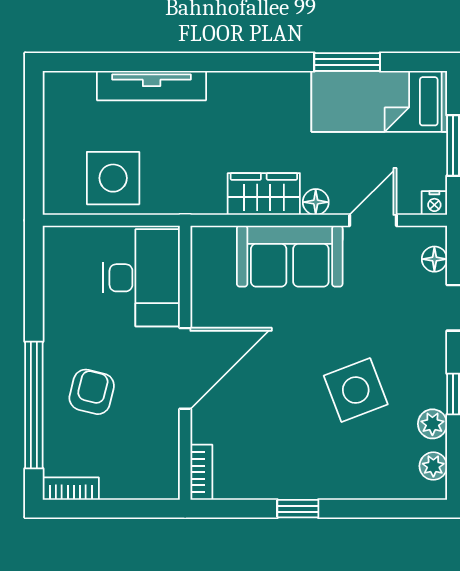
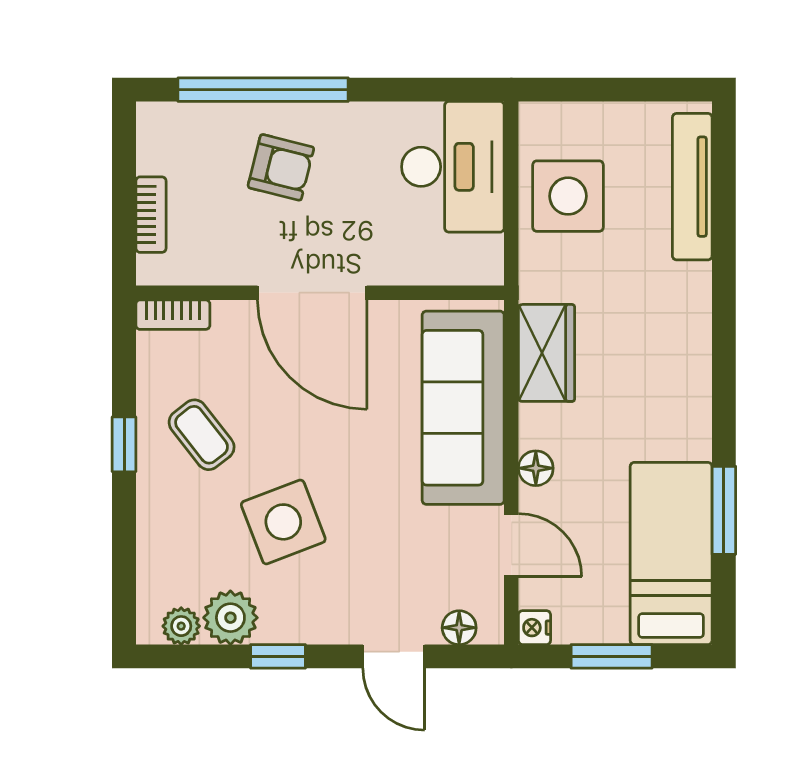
tv unit: (152, 86) -> (692, 187), moved
wardrobe: (264, 194) -> (547, 353), moved
sofa: (290, 256) -> (463, 408), width x1.36
desk: (142, 278) -> (453, 167), moved, turned -90
plant: (432, 424) -> (230, 618), width x1.38, depth x1.38
coffee table: (291, 451) -> (202, 435), added
bookcase: (71, 489) -> (151, 215), moved

